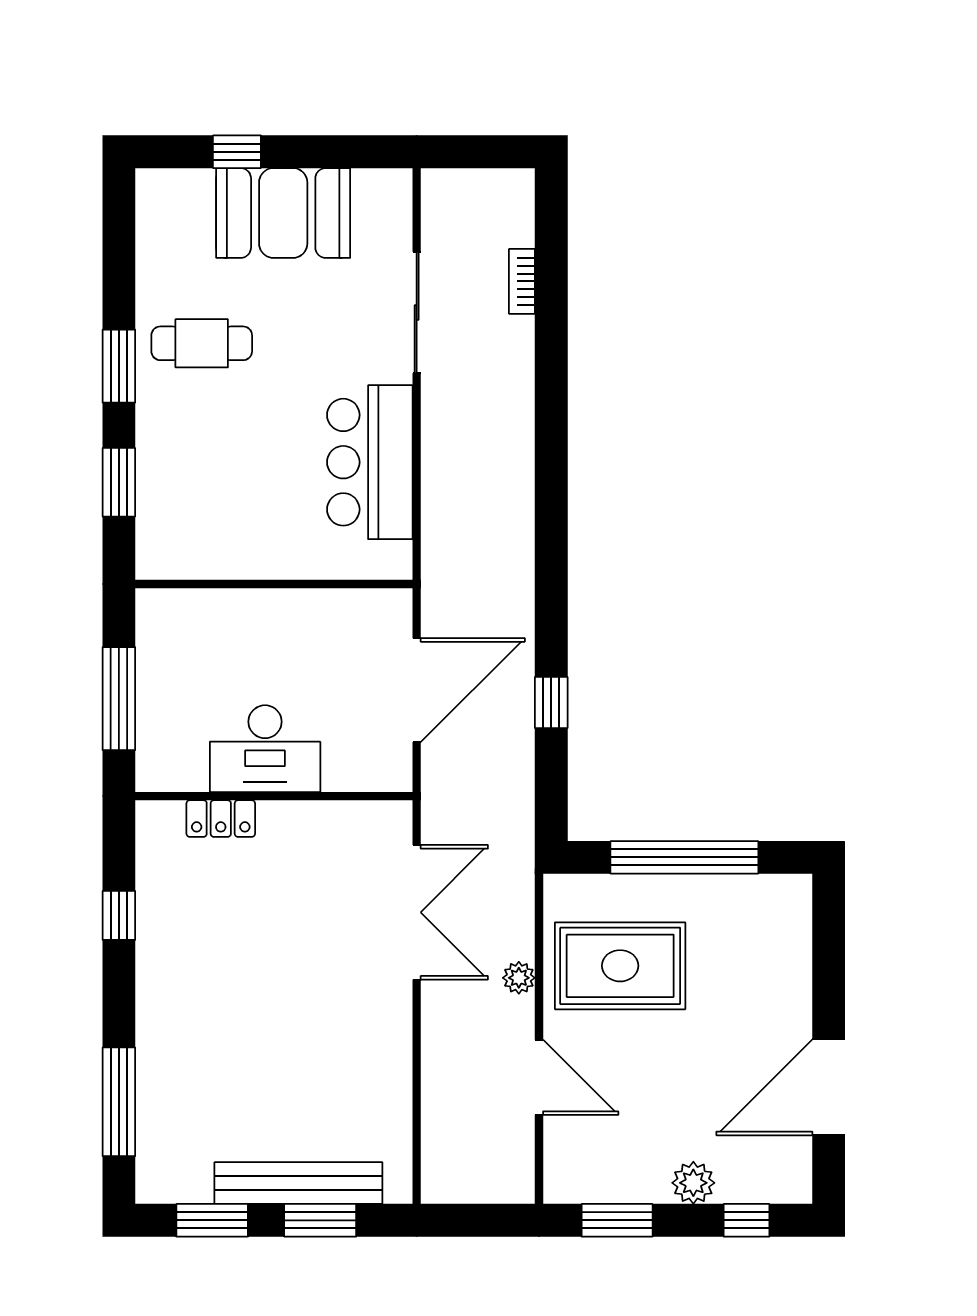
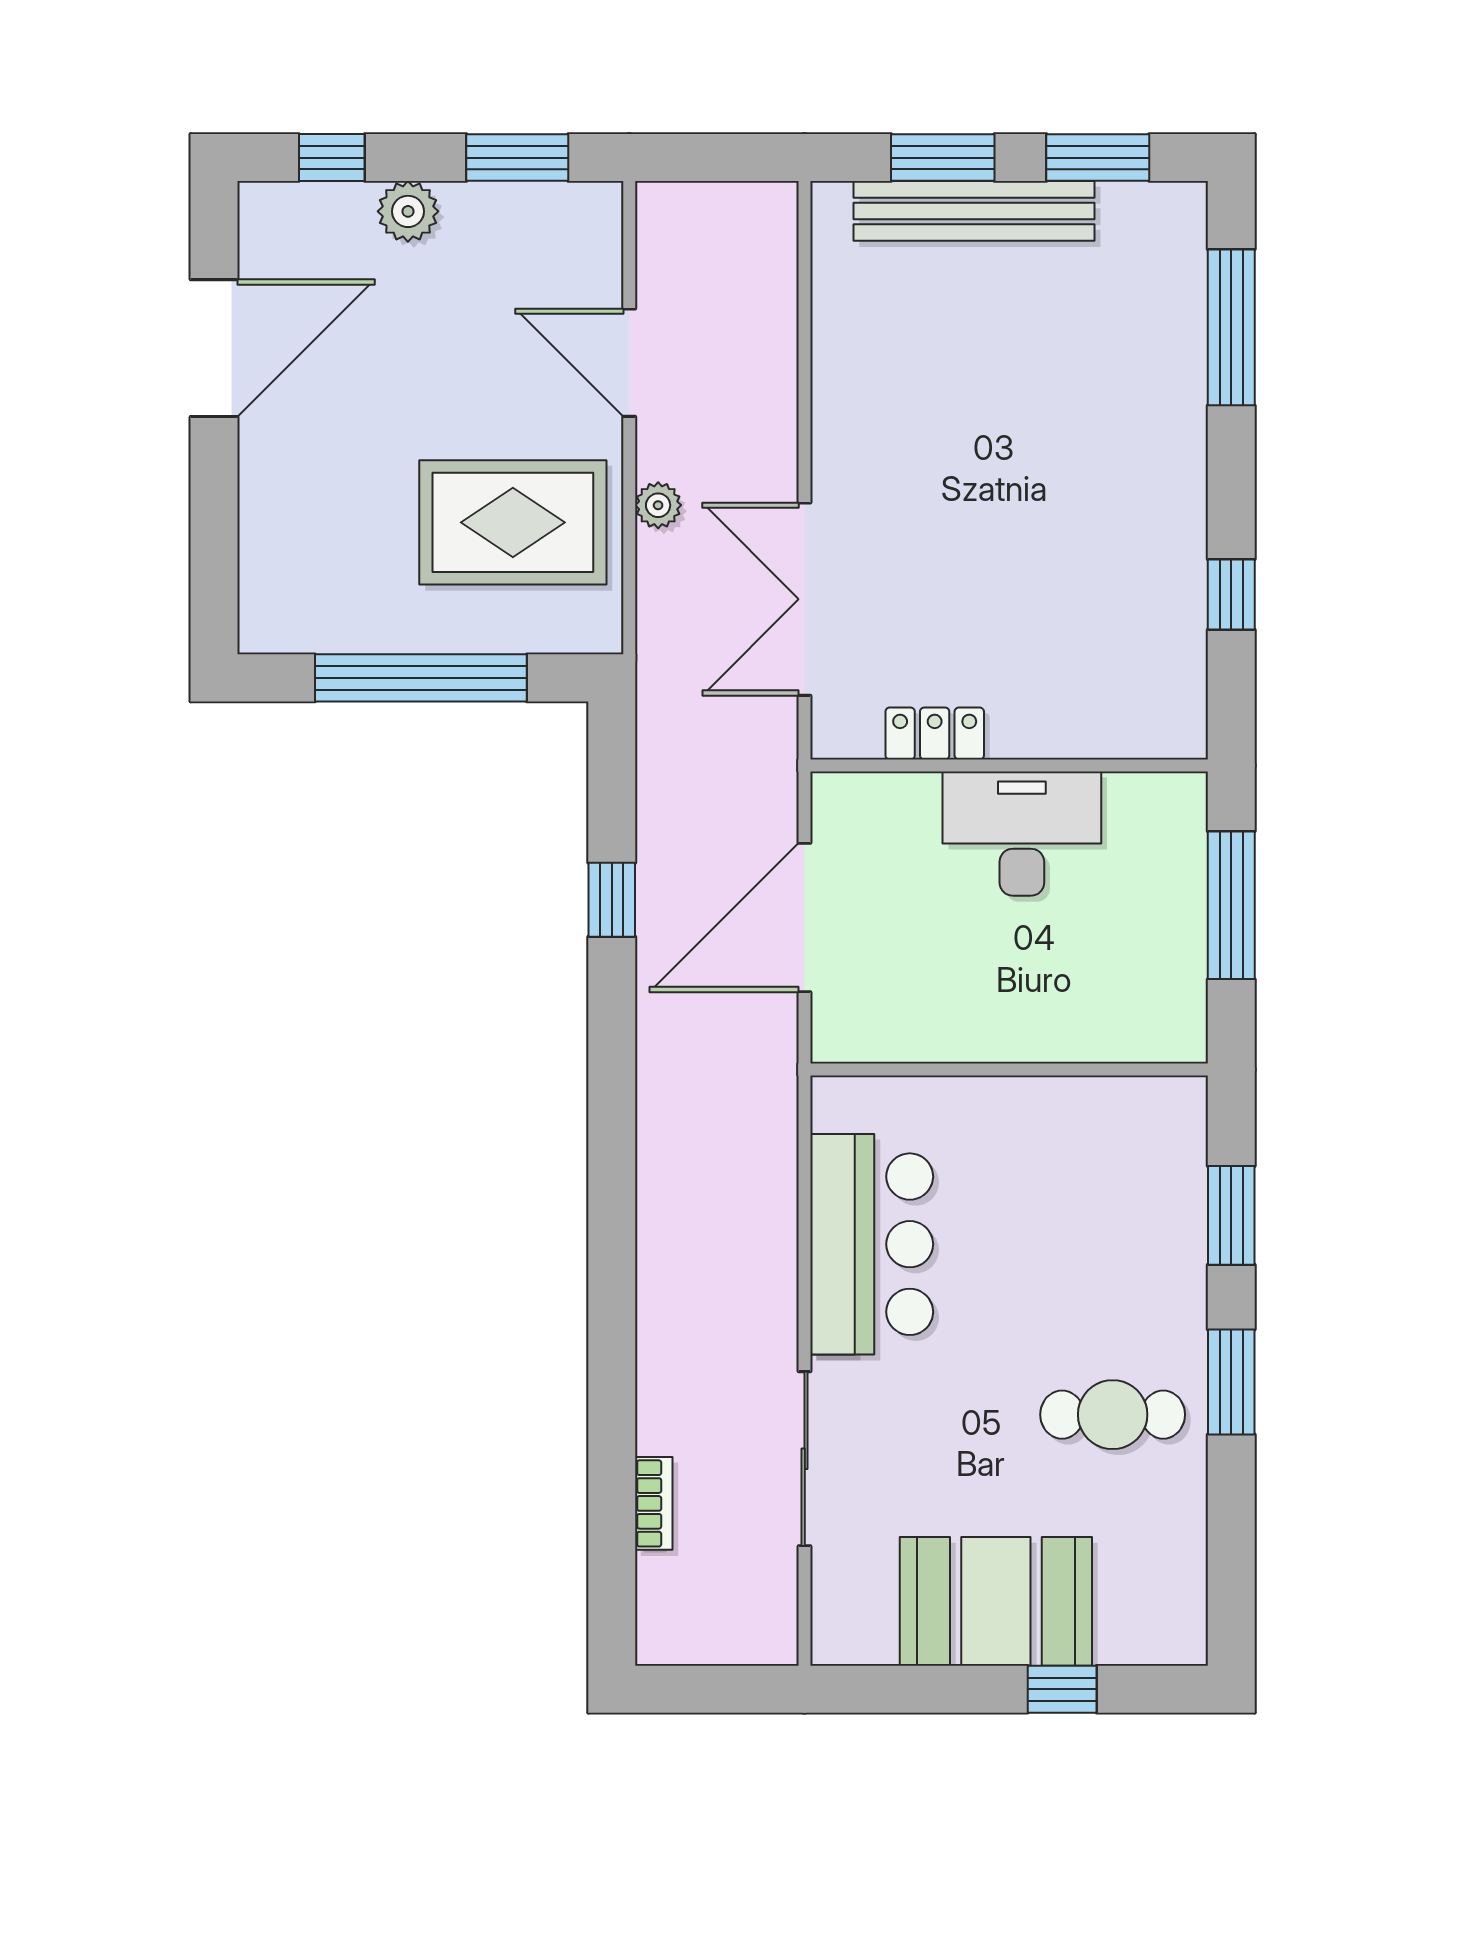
locker: (221, 819) -> (935, 734), moved

